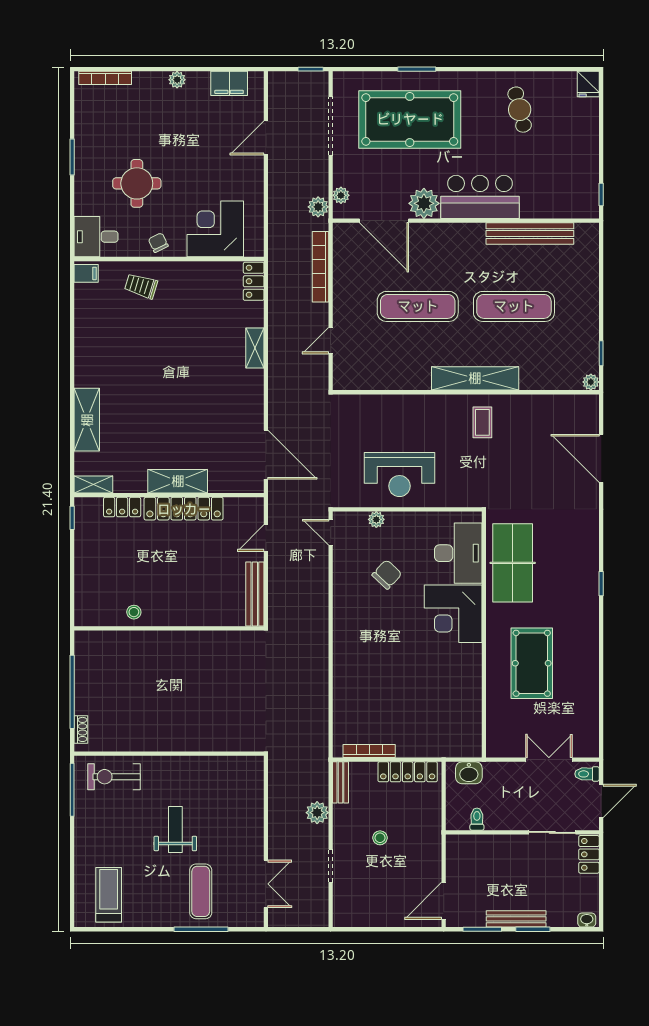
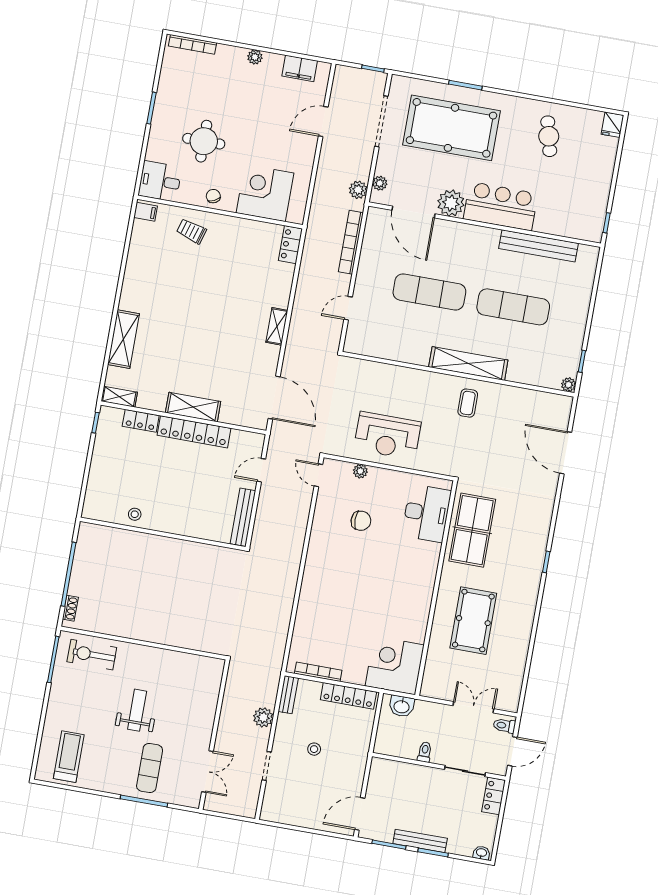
shelving: (255, 348) -> (277, 326), moved
chair: (387, 574) -> (361, 521), turned 47
corner desk: (453, 614) -> (395, 665), moved, turned 90
toilet: (477, 819) -> (425, 752), moved

